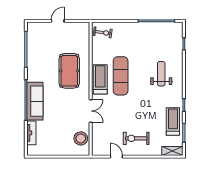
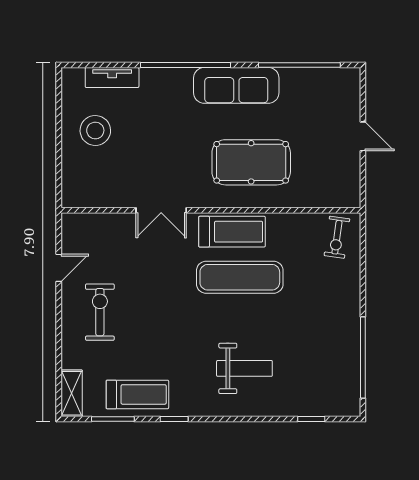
sofa: (35, 101) -> (236, 85), moved
stool: (81, 138) -> (95, 131), moved

